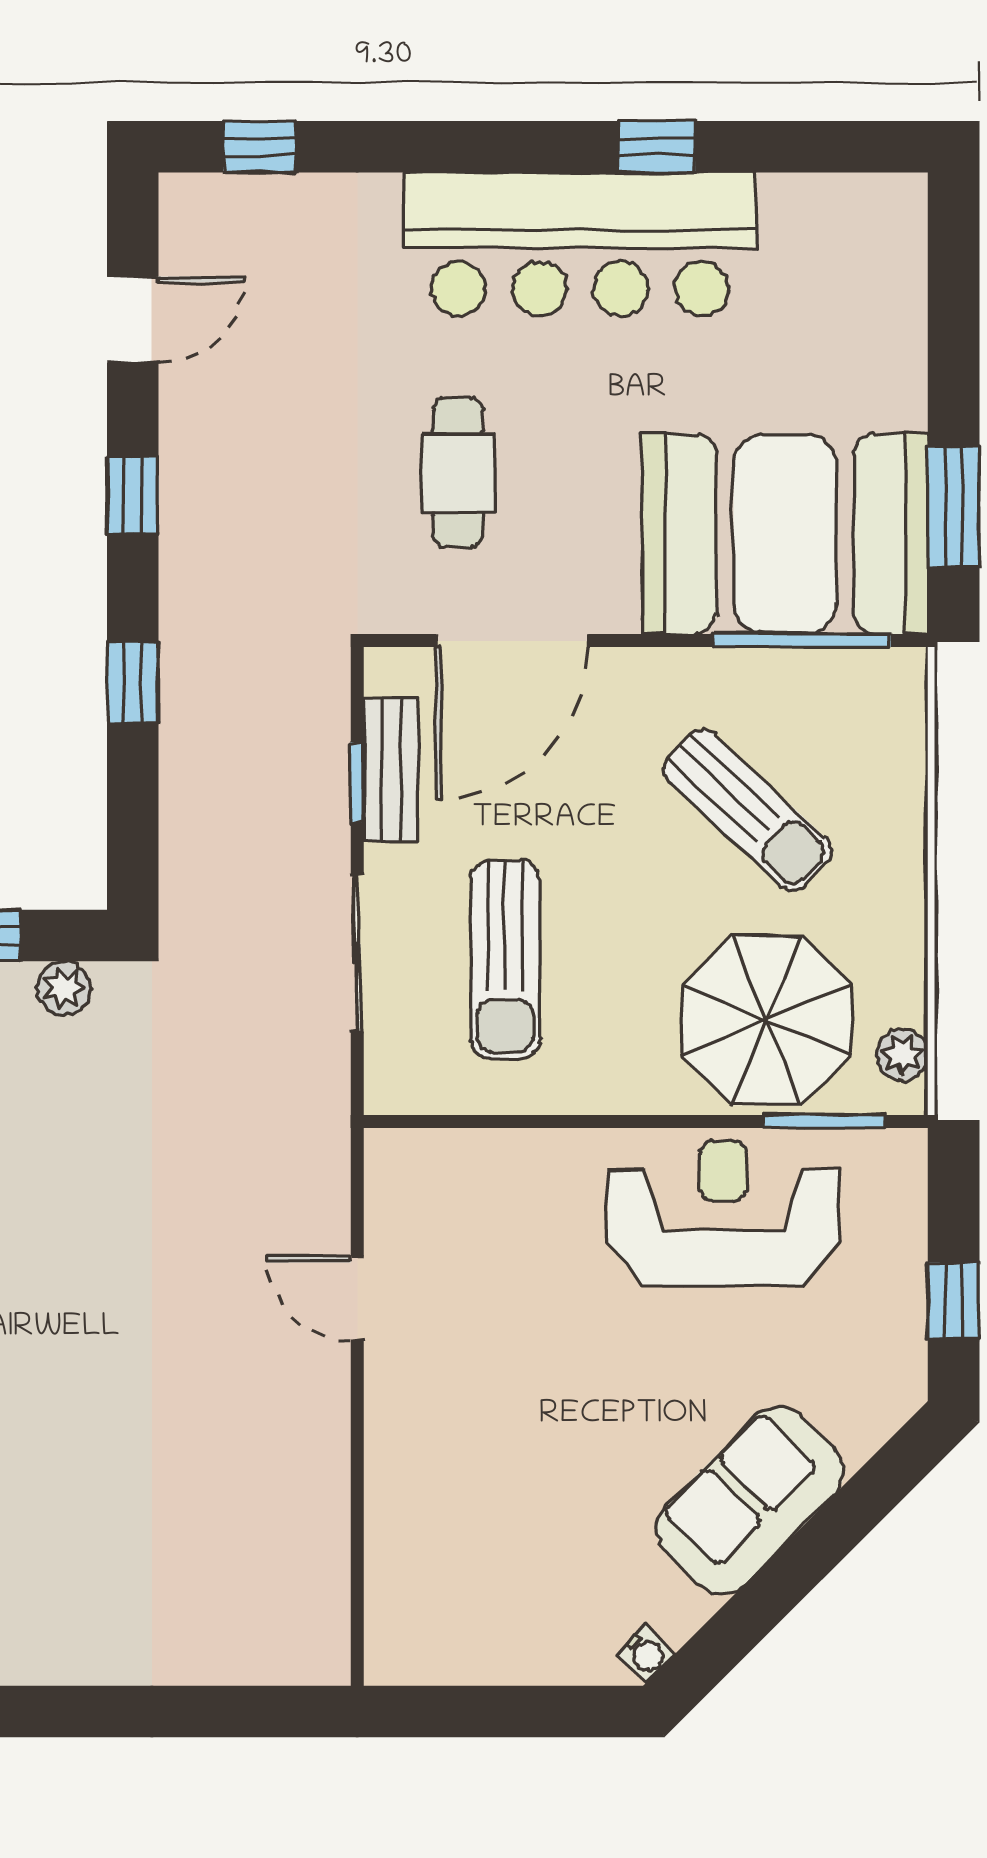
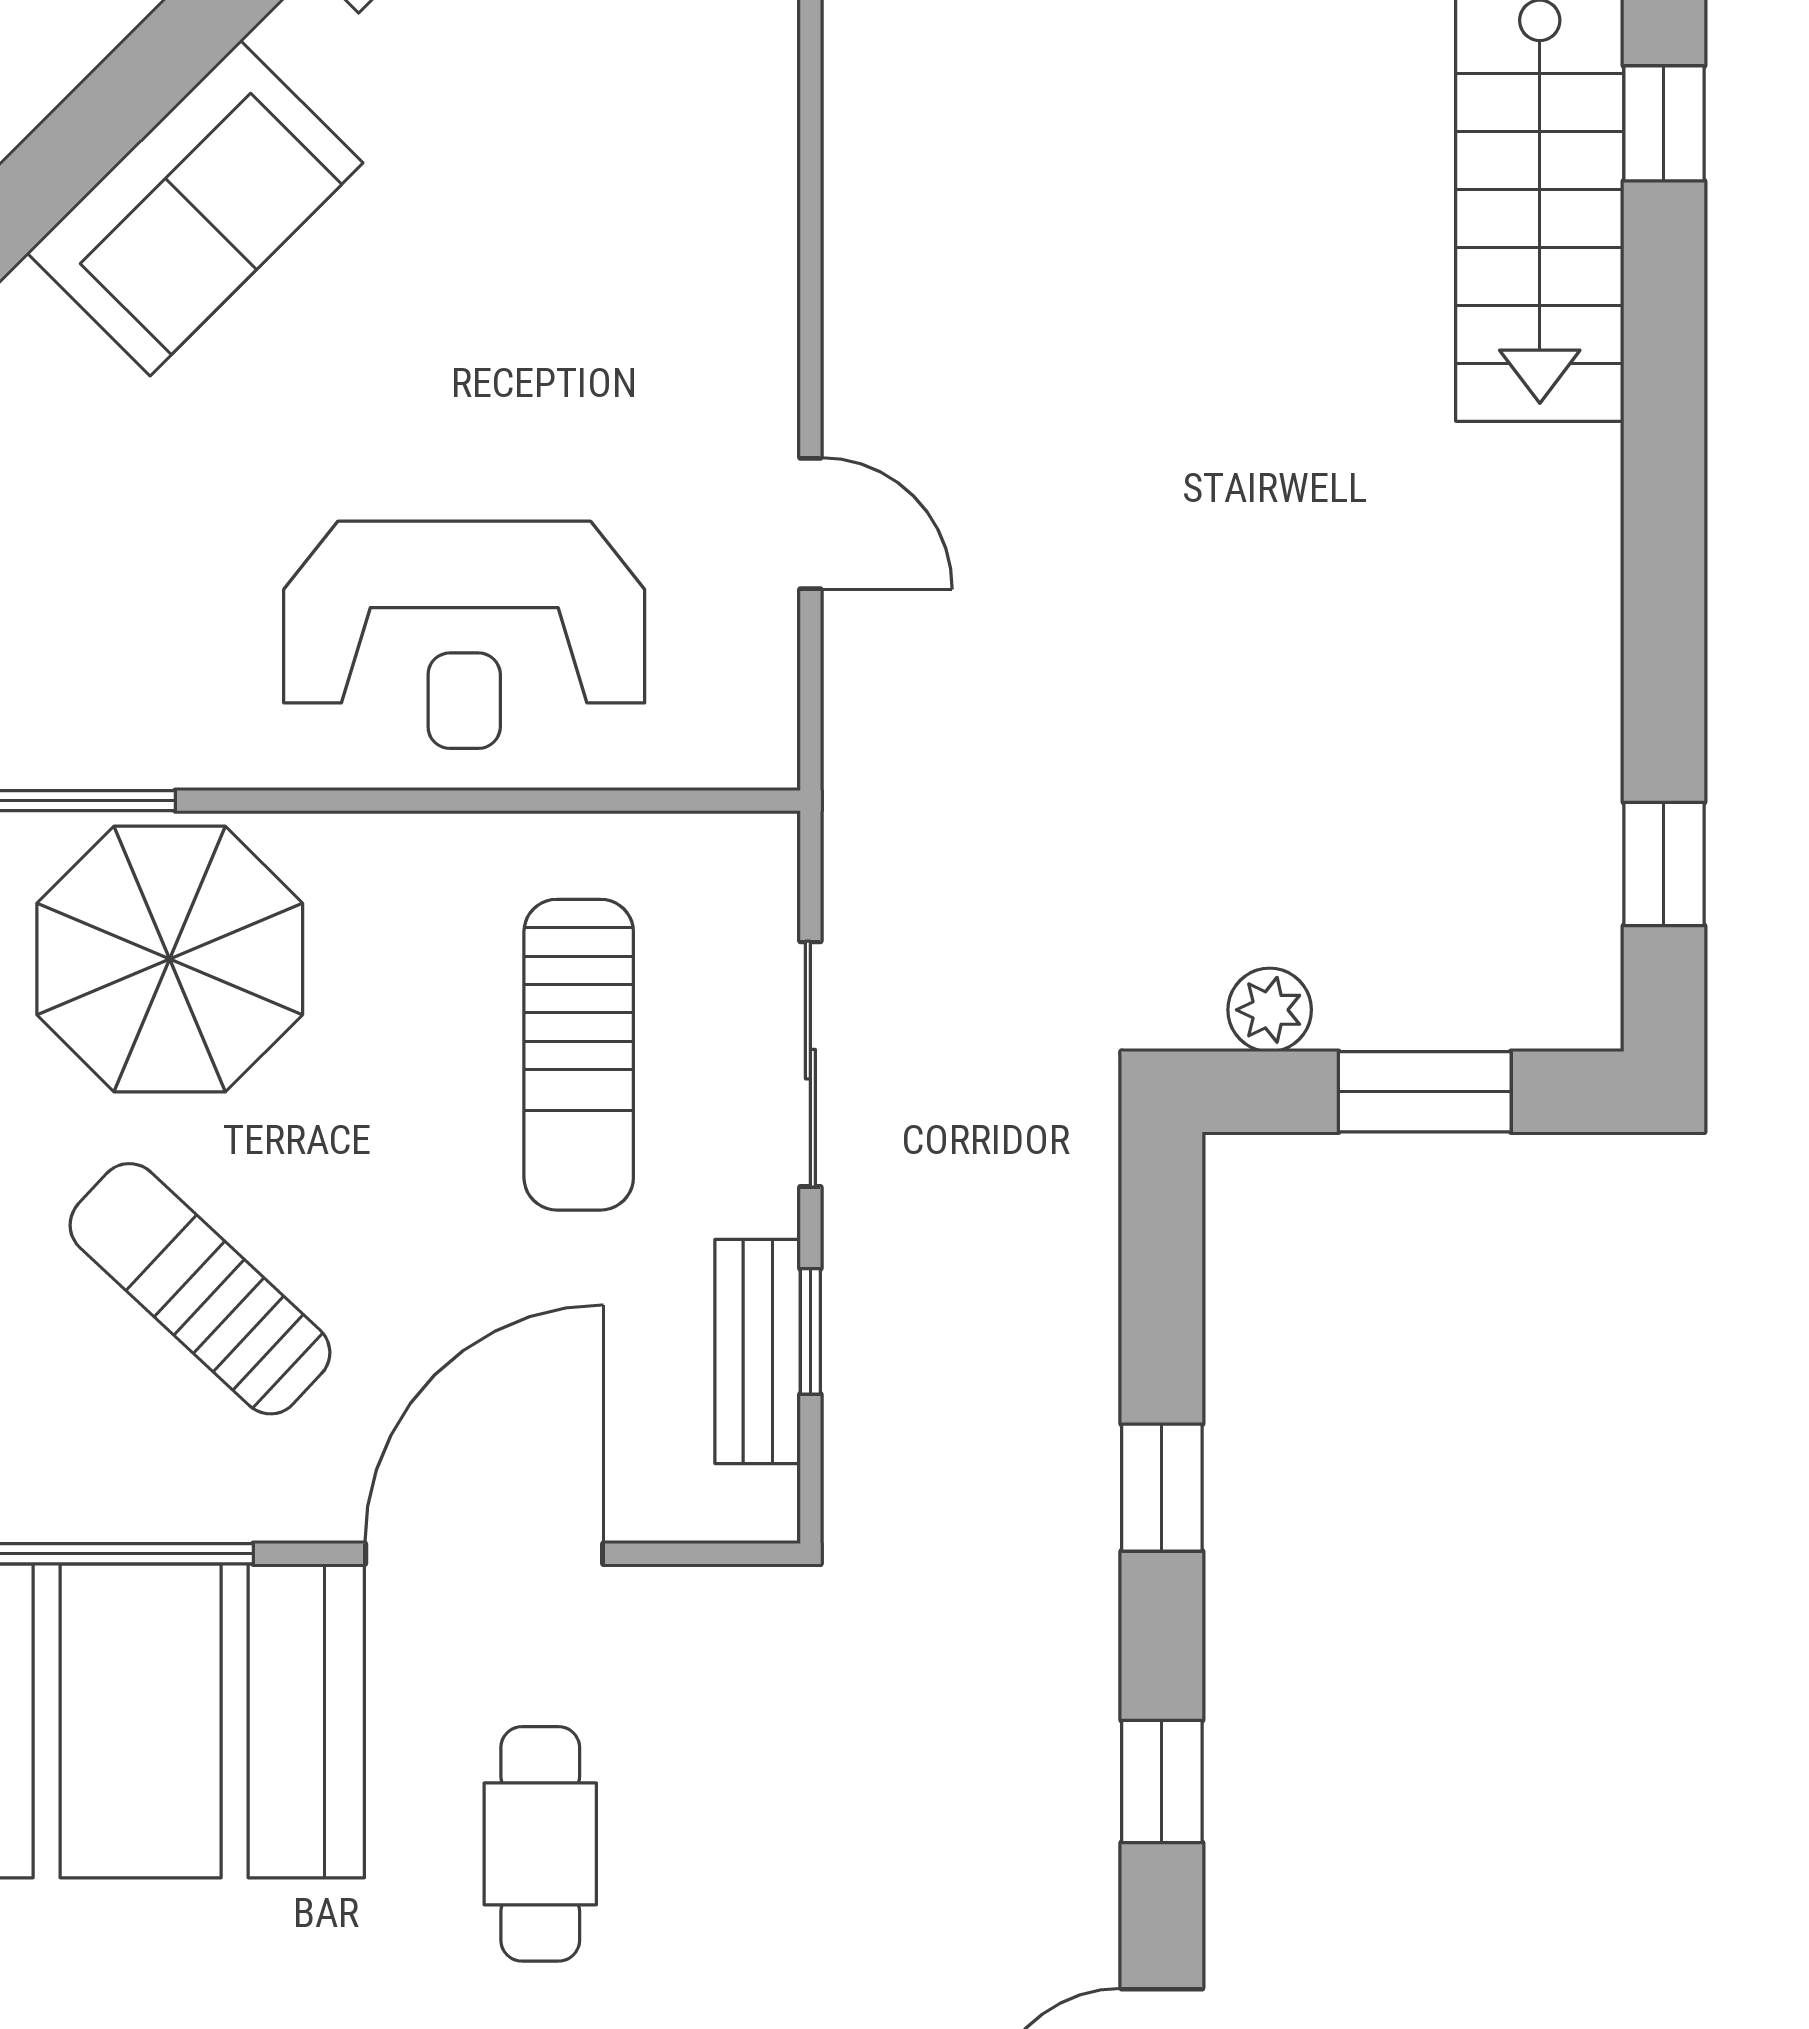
cafe table: (458, 472) -> (540, 1844), moved
door: (512, 641) -> (484, 1554), moved
sun lounger: (505, 959) -> (579, 1055), turned 180
reception desk: (723, 1213) -> (464, 635), moved

